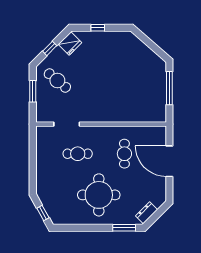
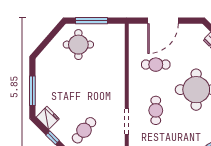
window: (98, 28) -> (32, 91), width x2.17
round table: (145, 75) -> (78, 45), added

